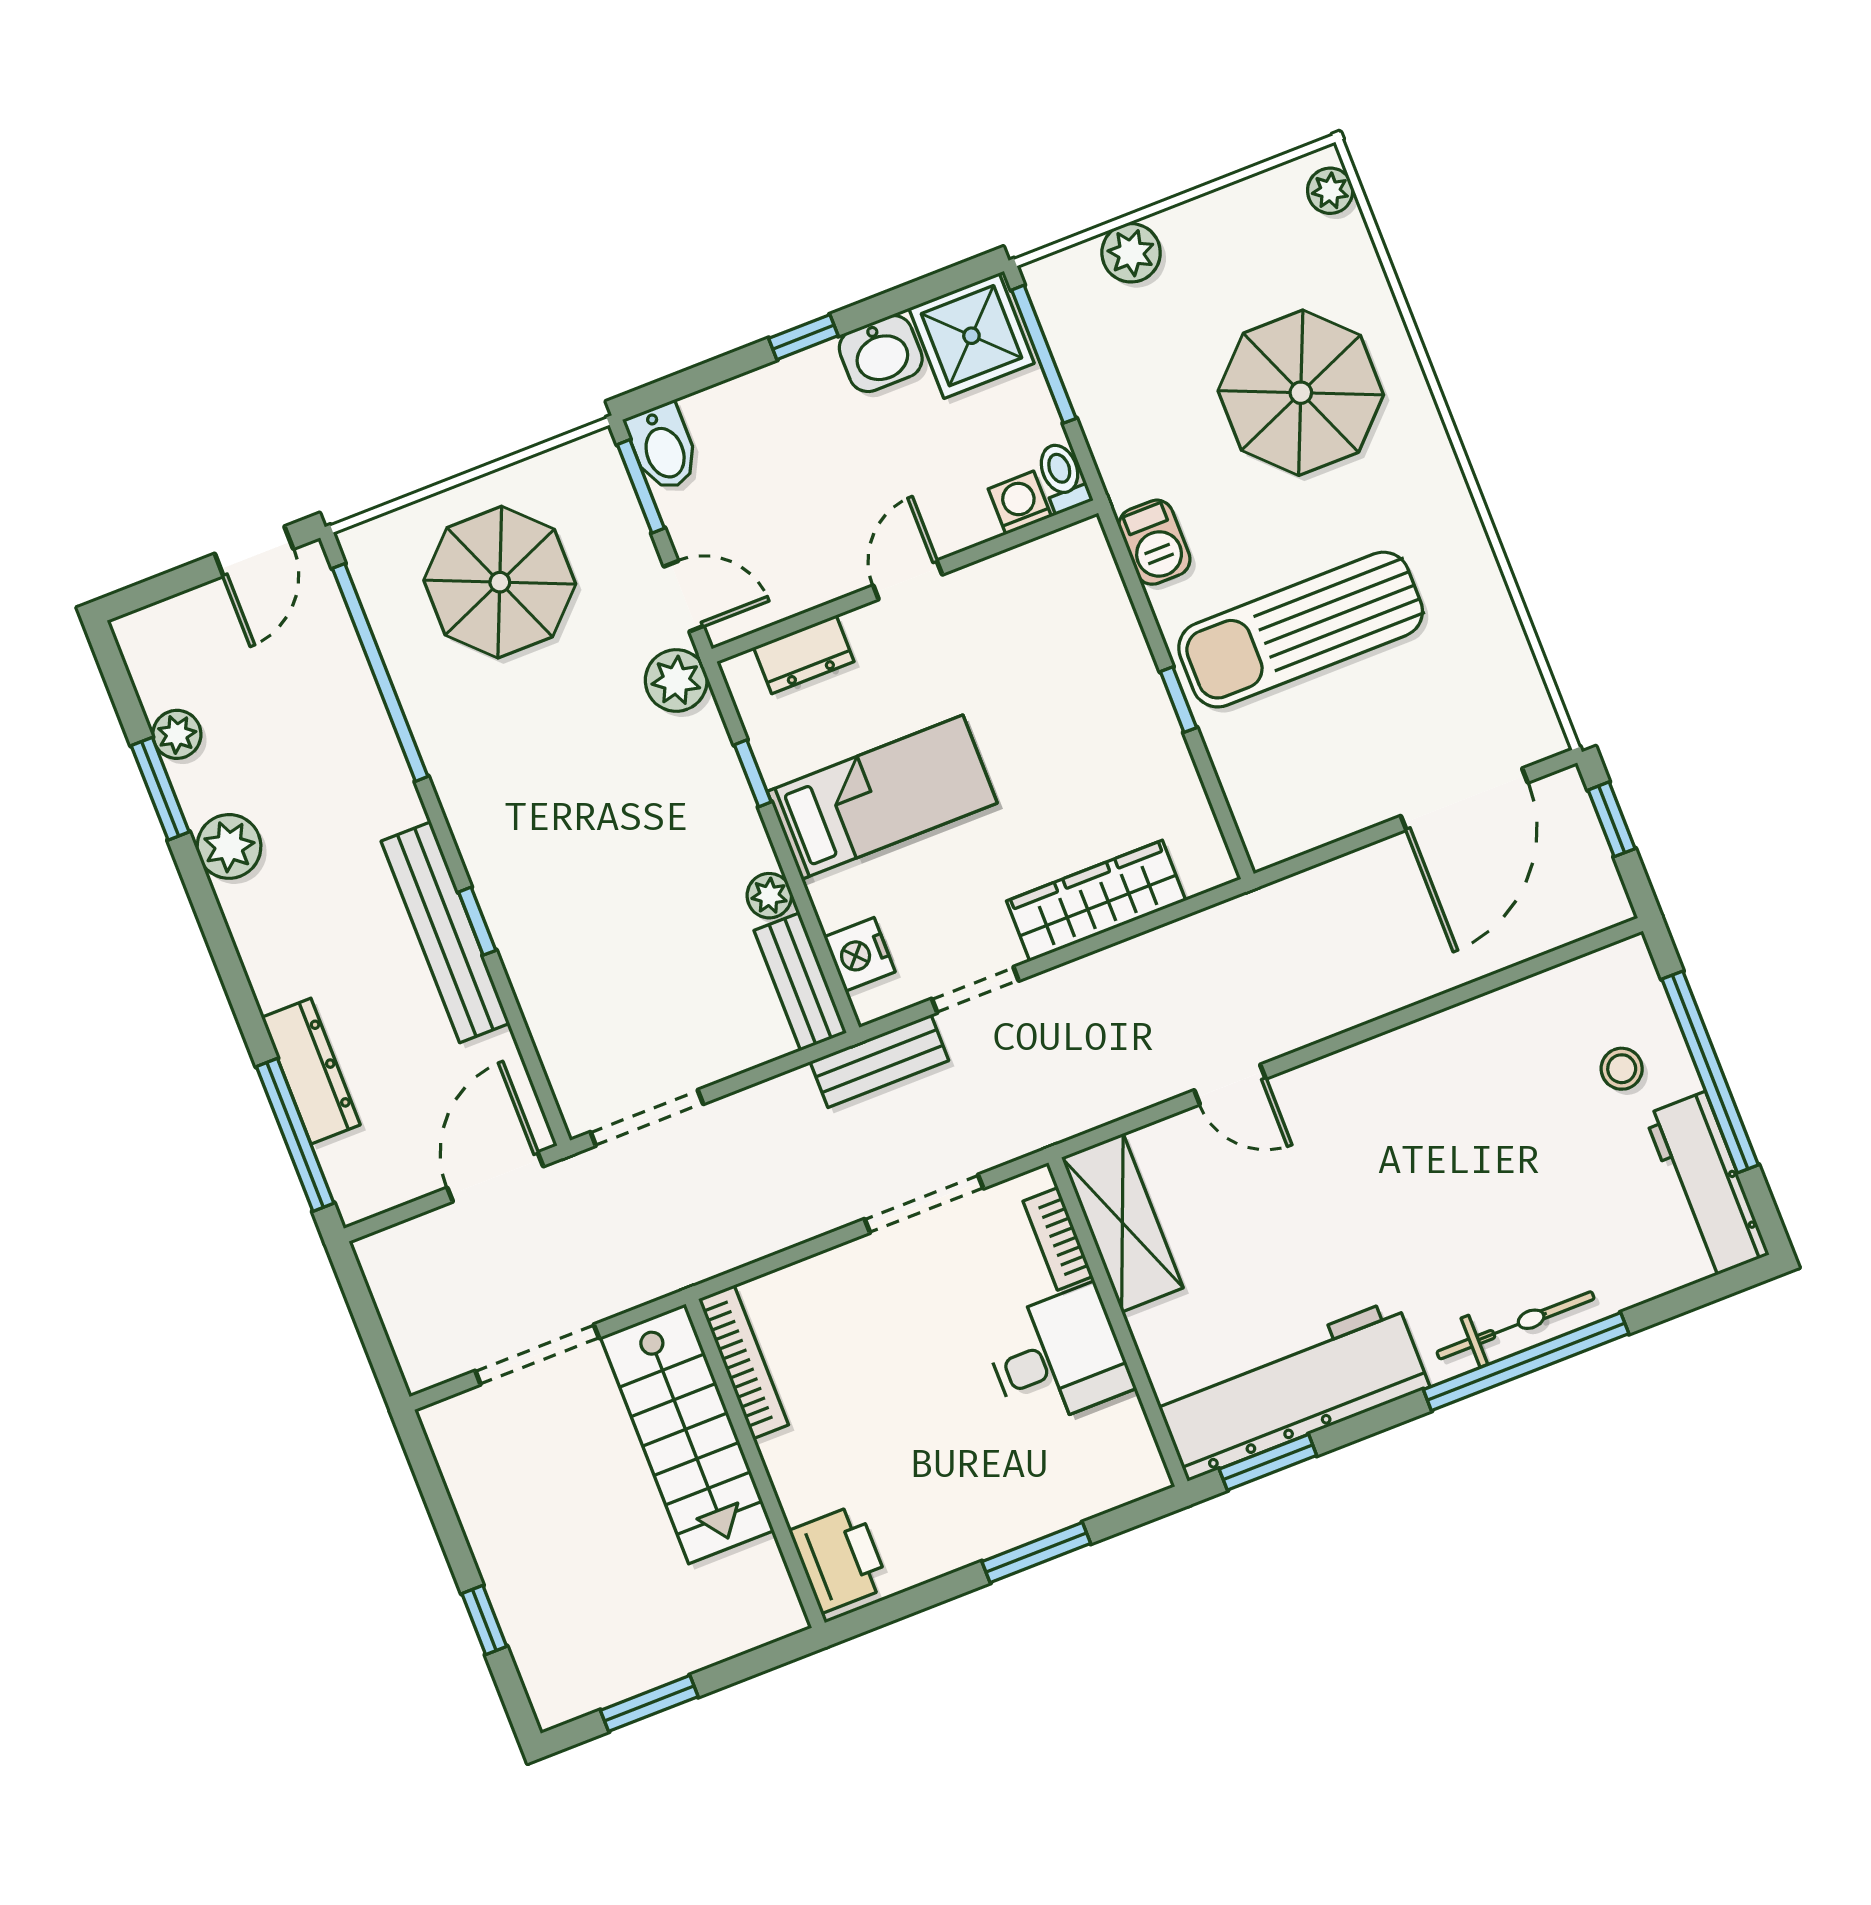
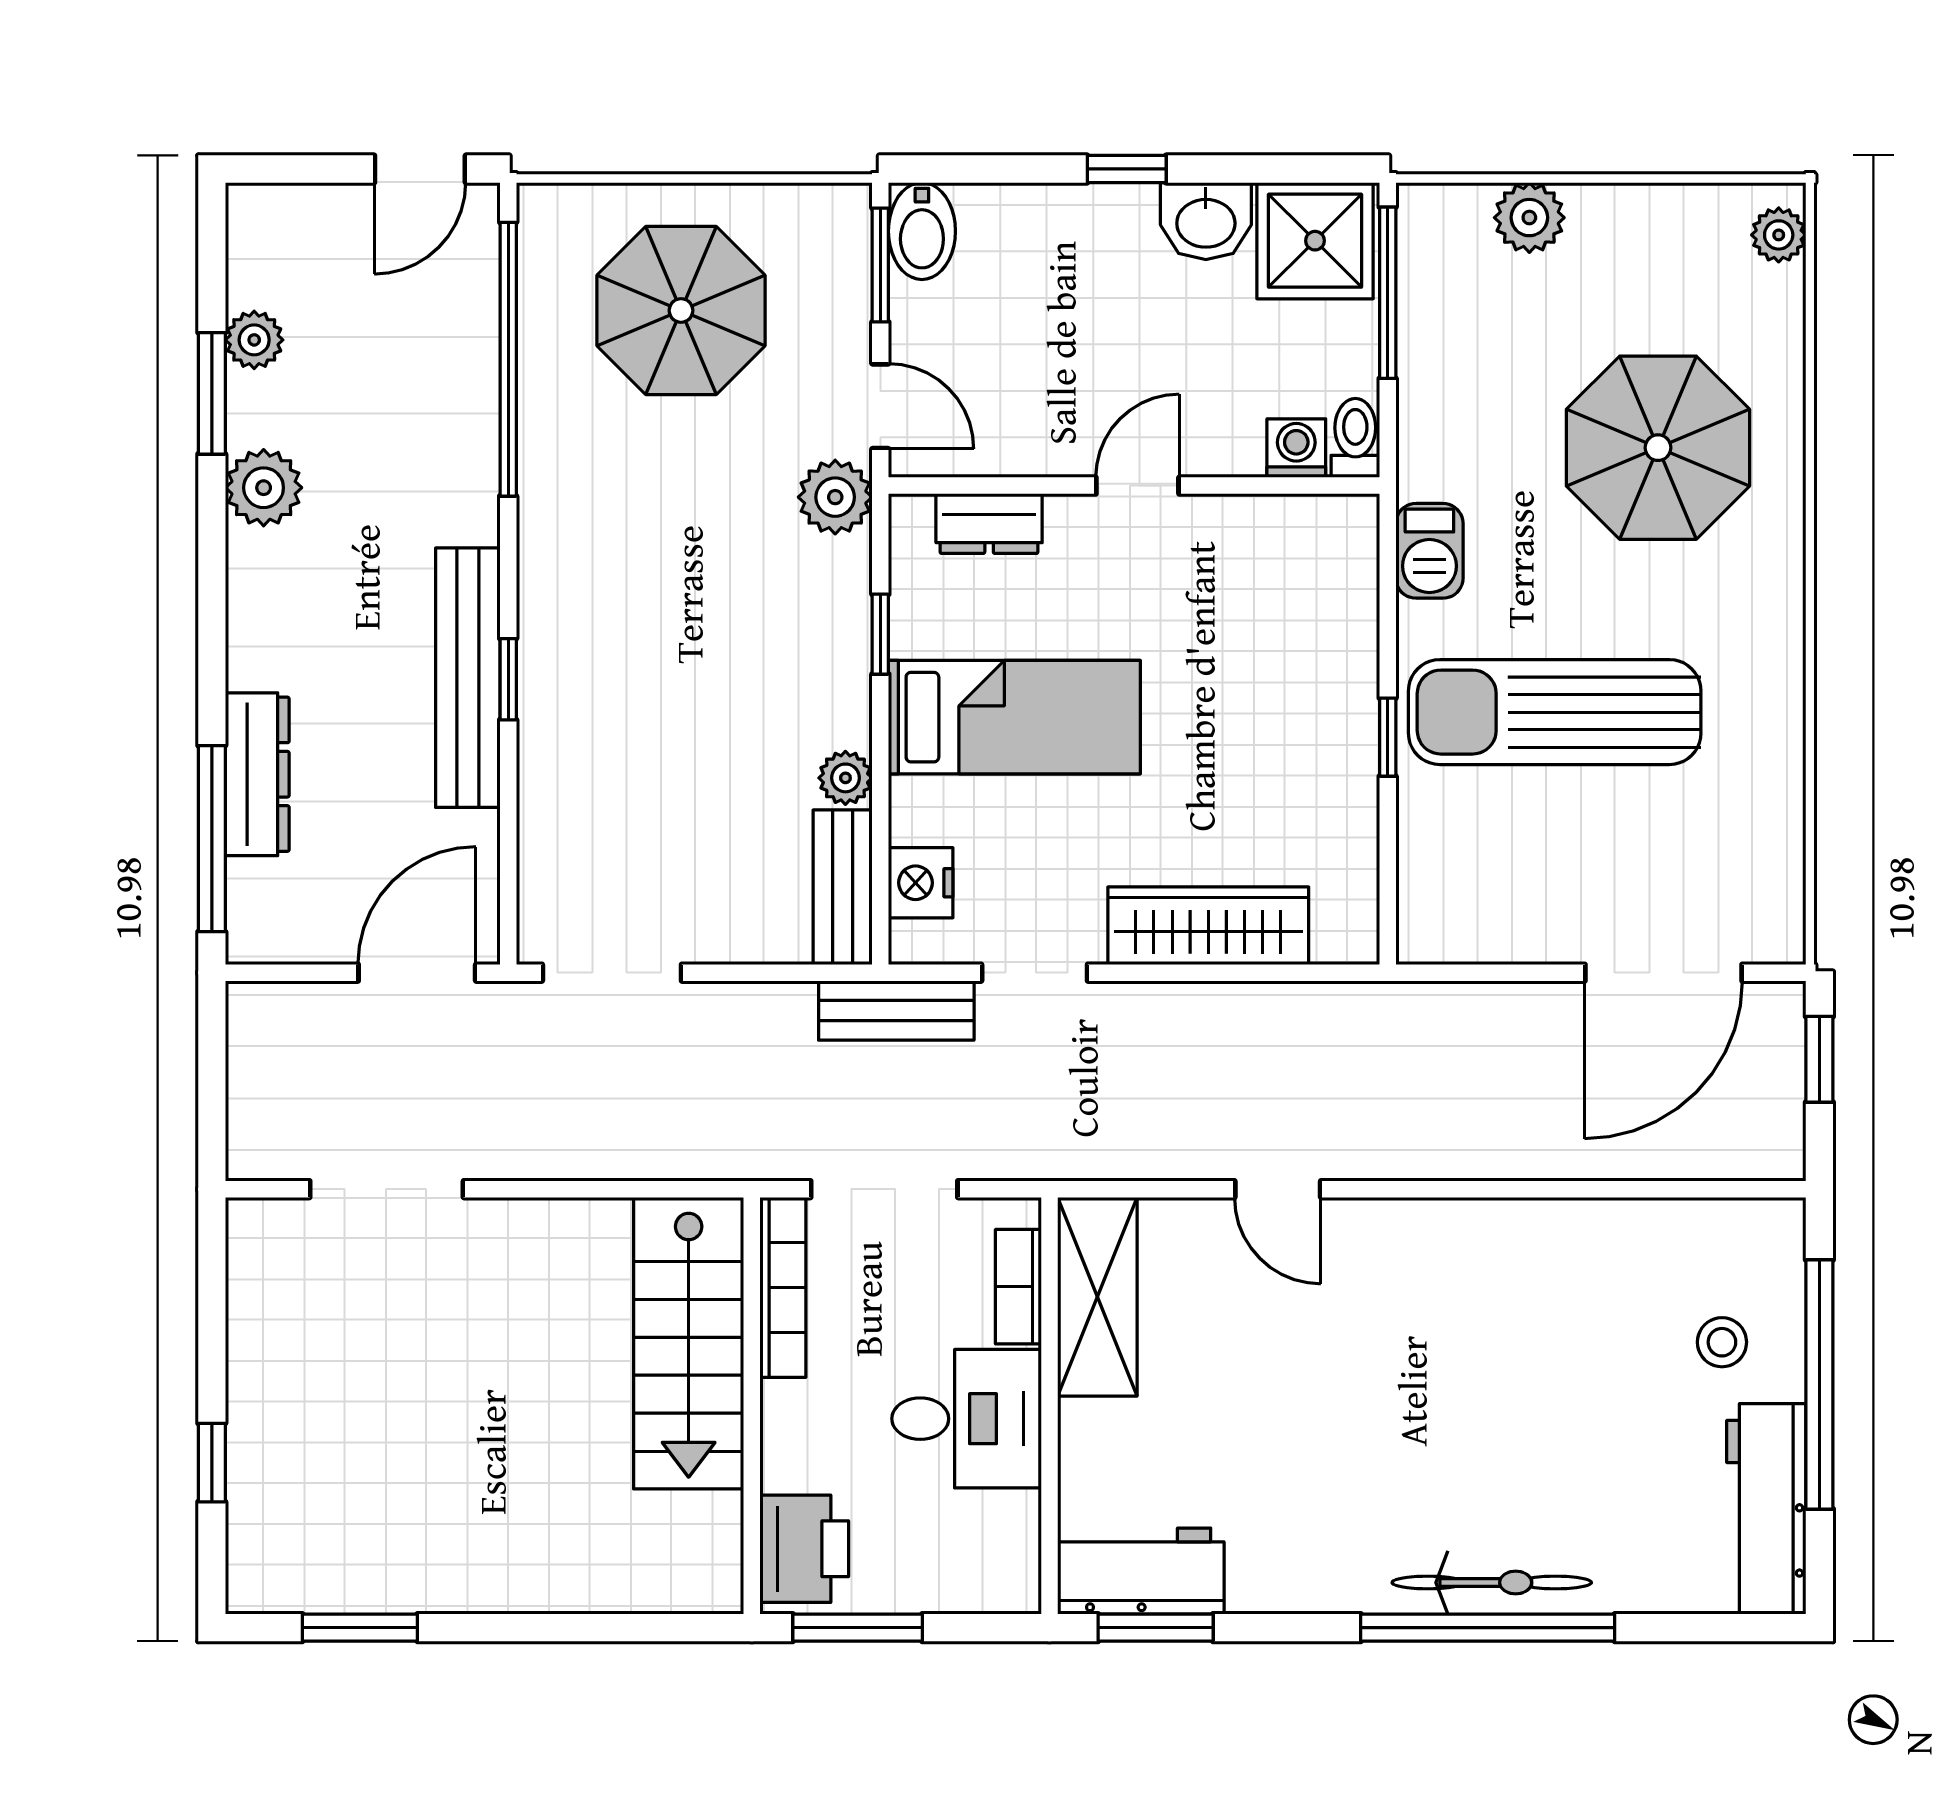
bookcase: (744, 1362) -> (783, 1287), moved
workbench: (1292, 1390) -> (1141, 1571), width x0.53, depth x0.76
stairs: (687, 1434) -> (689, 1343), moved
wall: (755, 1463) -> (752, 1406), moved
printer: (839, 1559) -> (804, 1549), moved

